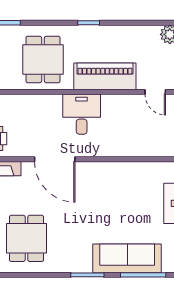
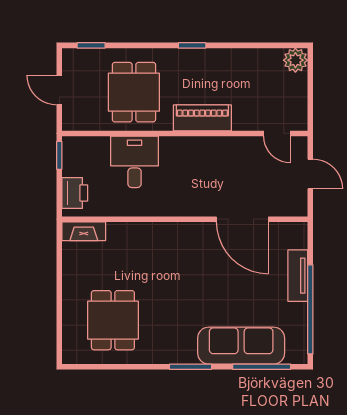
piano: (105, 76) -> (202, 118), width x0.73, depth x0.75
desk: (82, 114) -> (135, 162), moved
door: (55, 159) -> (242, 219), moved

